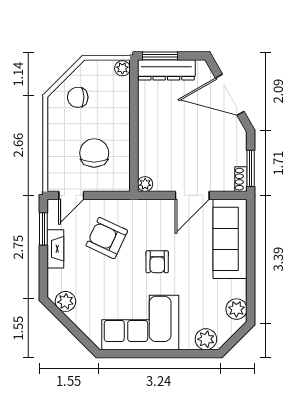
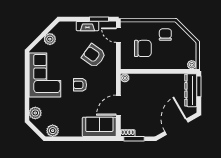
chair: (78, 97) -> (165, 35), moved
door: (192, 195) -> (118, 105), hinge flipped
armchair: (107, 238) -> (94, 56), turned -79
sofa: (230, 239) -> (99, 127), width x0.73
plant: (65, 301) -> (50, 39), moved

